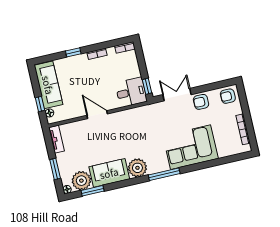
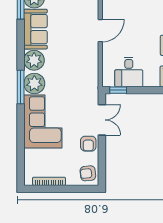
desk: (131, 92) -> (129, 72), moved
armchair: (228, 96) -> (88, 173), turned -96
armchair: (201, 102) -> (88, 144), turned 180
plant: (158, 163) -> (34, 84), added

